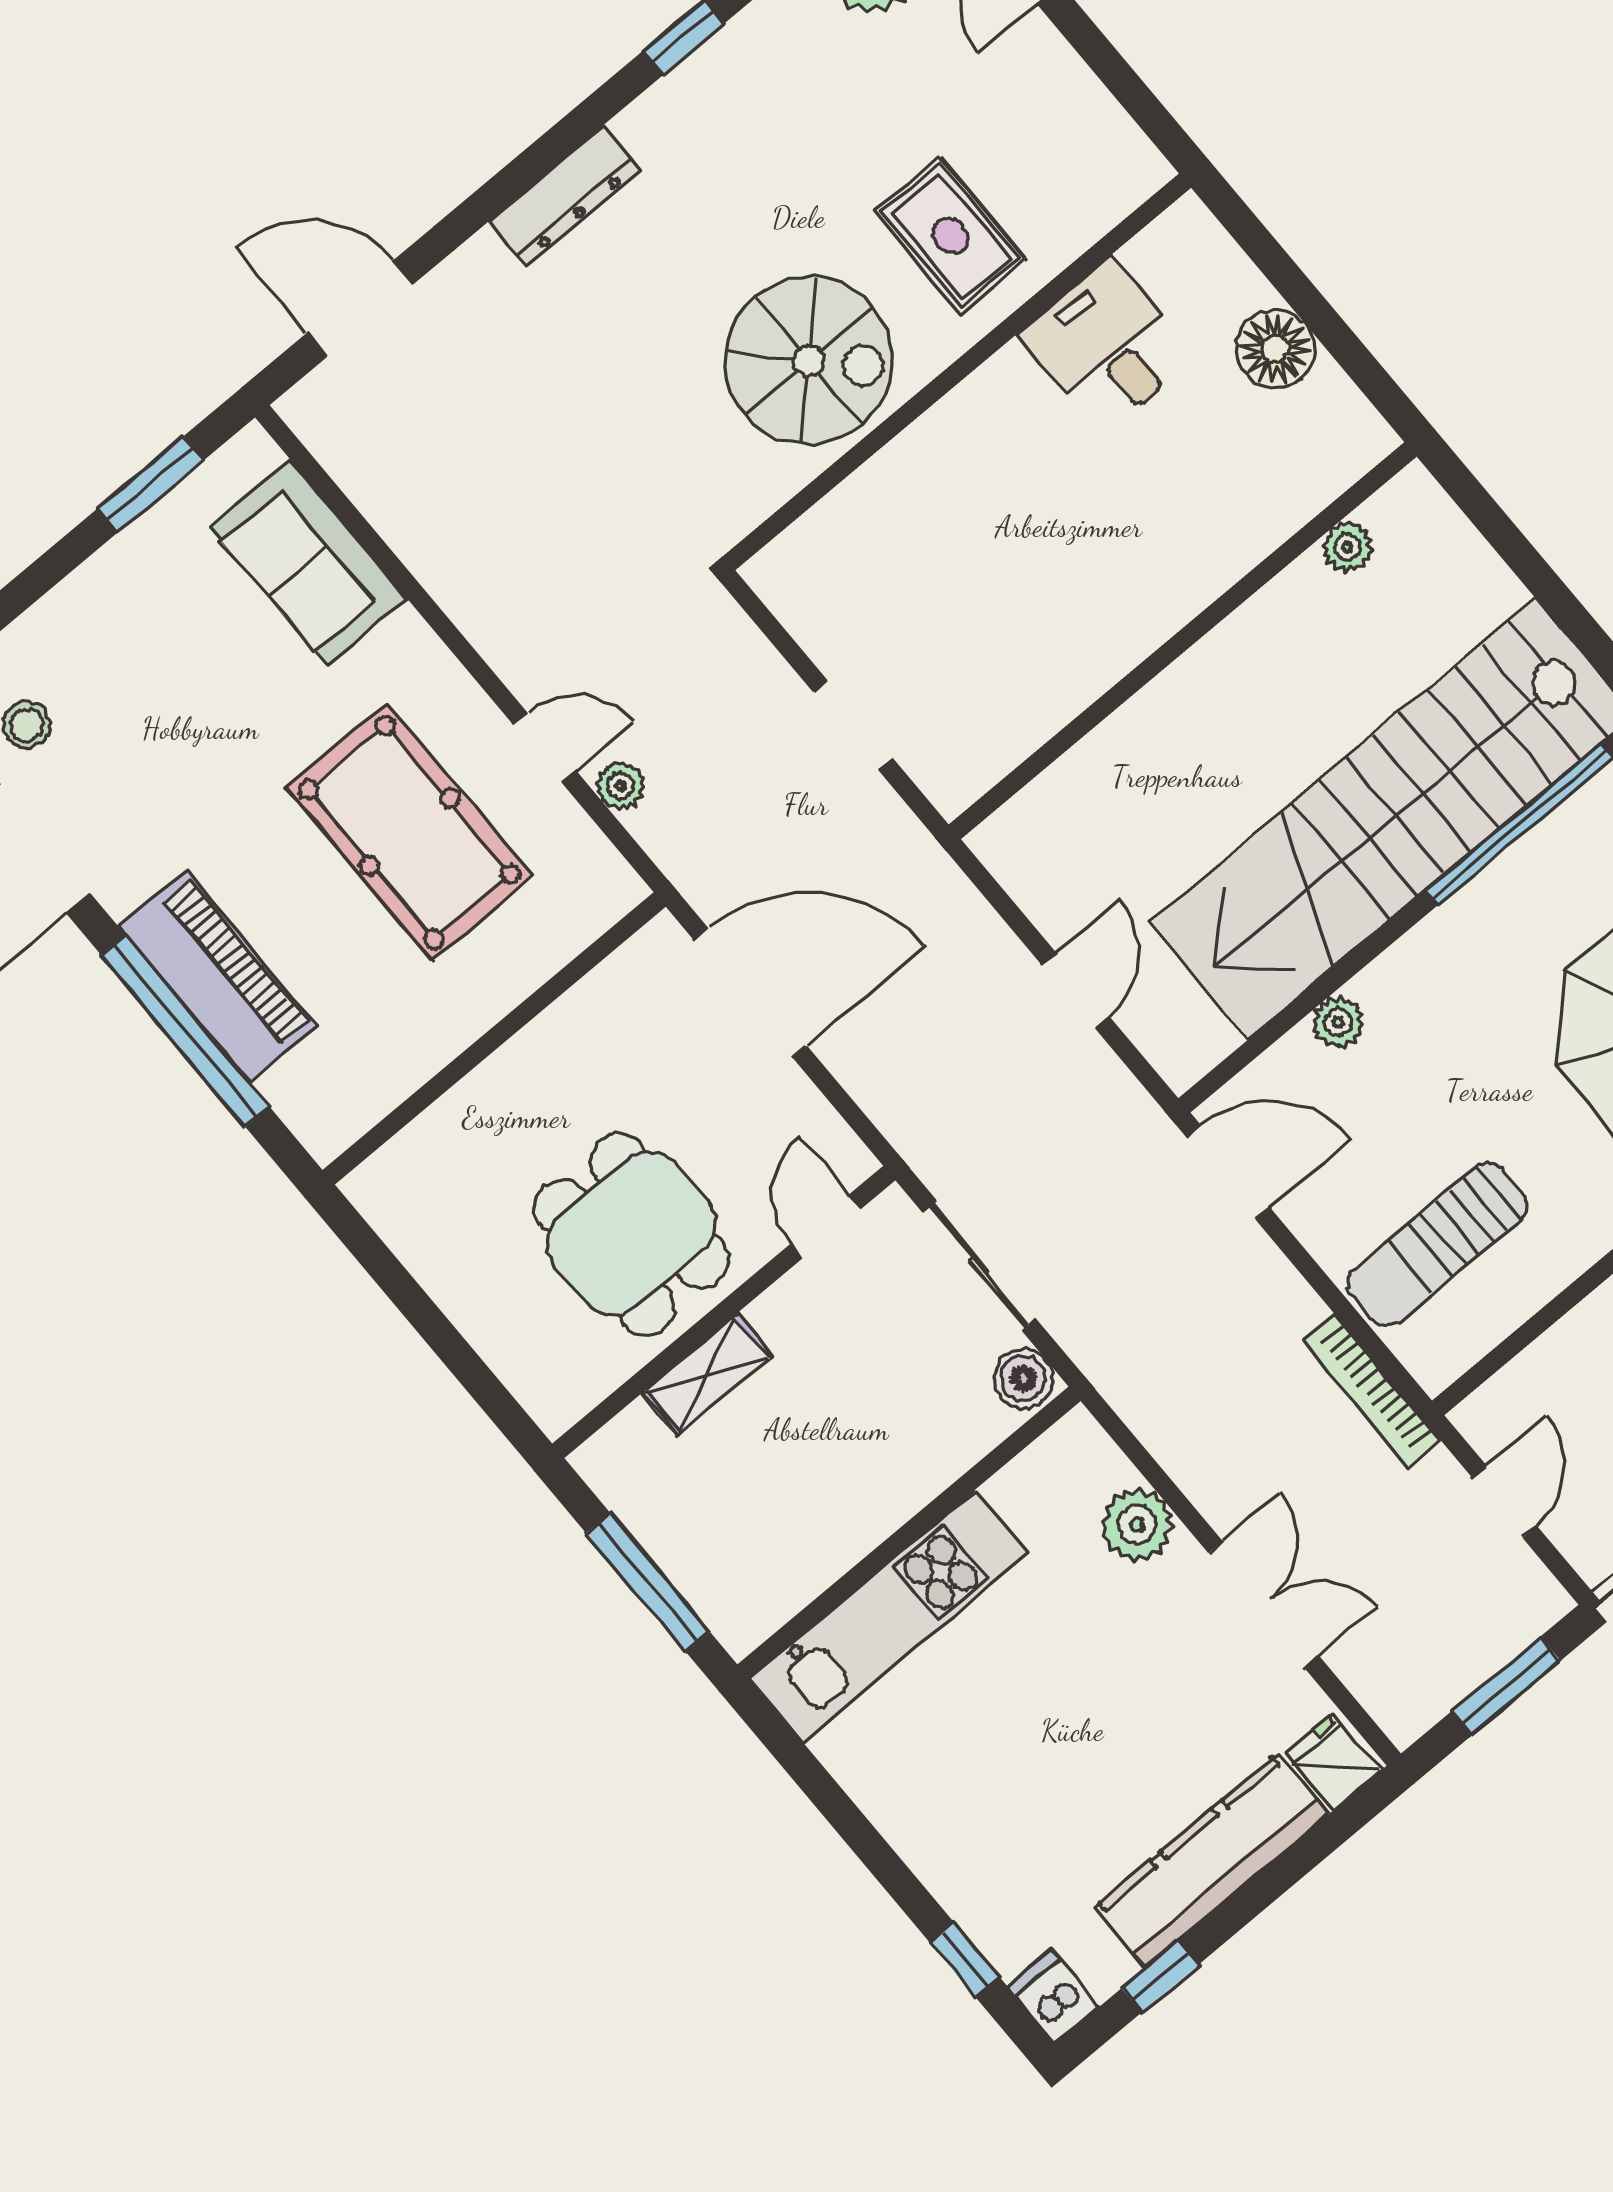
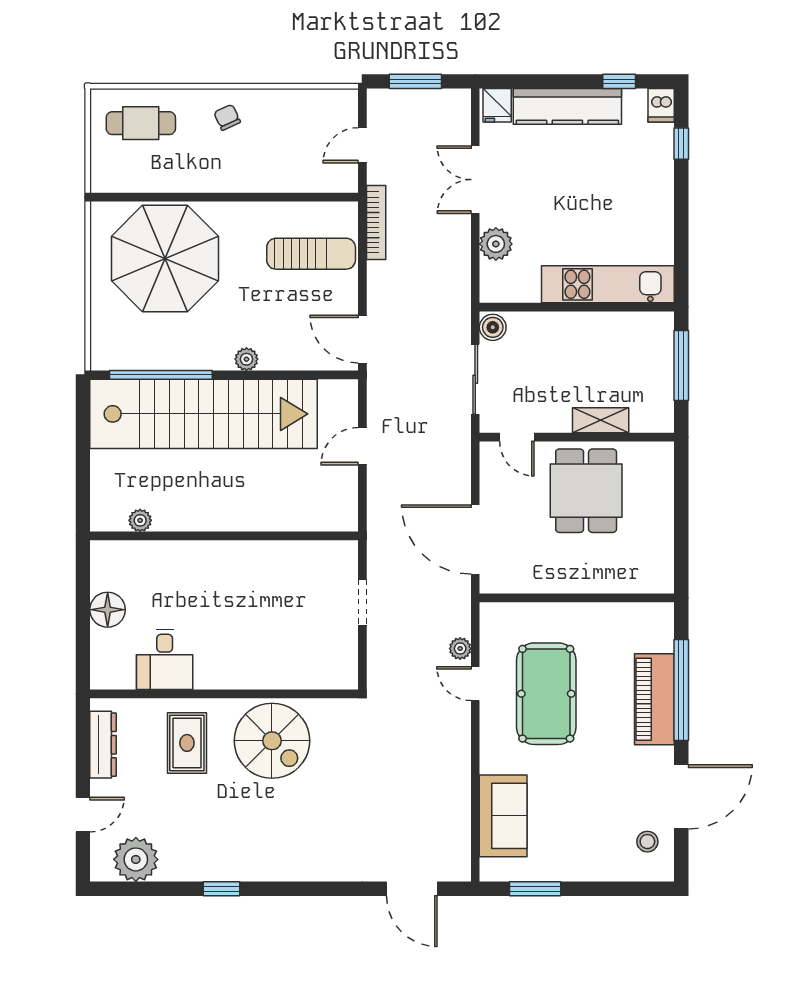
dresser: (565, 195) -> (103, 745), moved, turned 90
spiral stairs: (809, 361) -> (272, 741), turned 180
plant: (1338, 1022) -> (246, 359), moved
door: (826, 1226) -> (517, 437), hinge flipped

